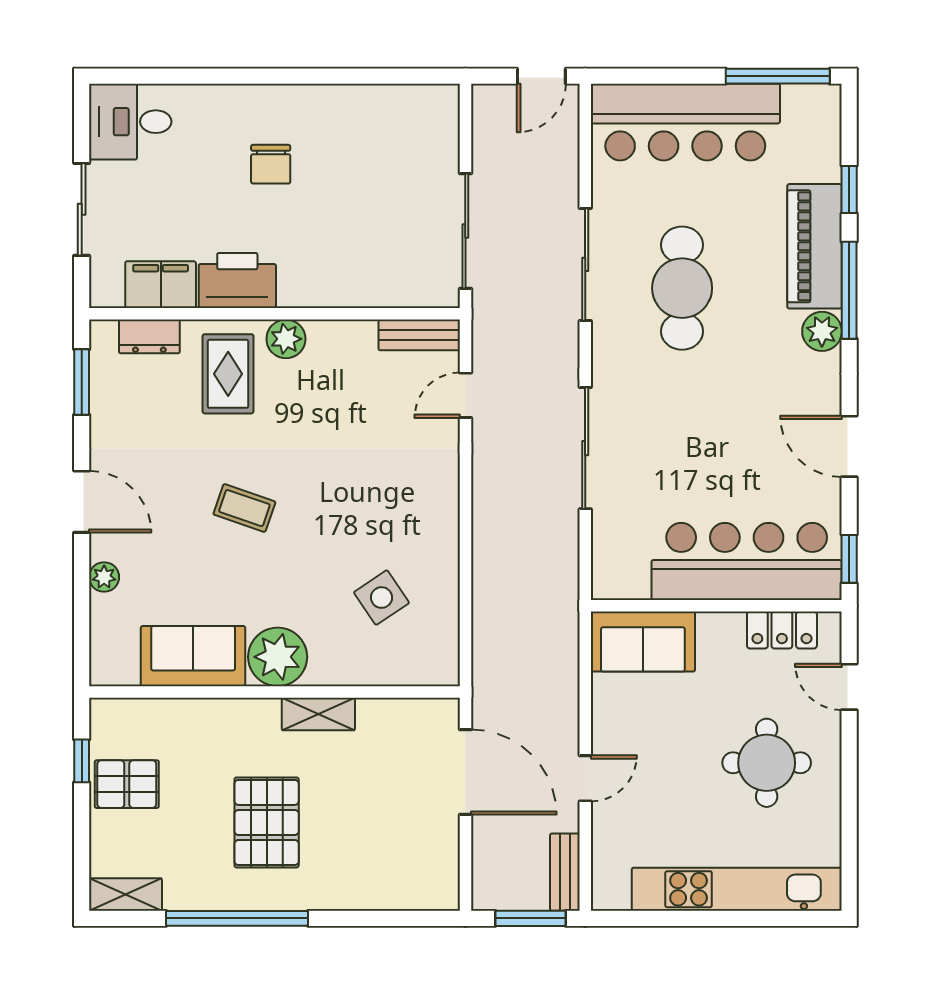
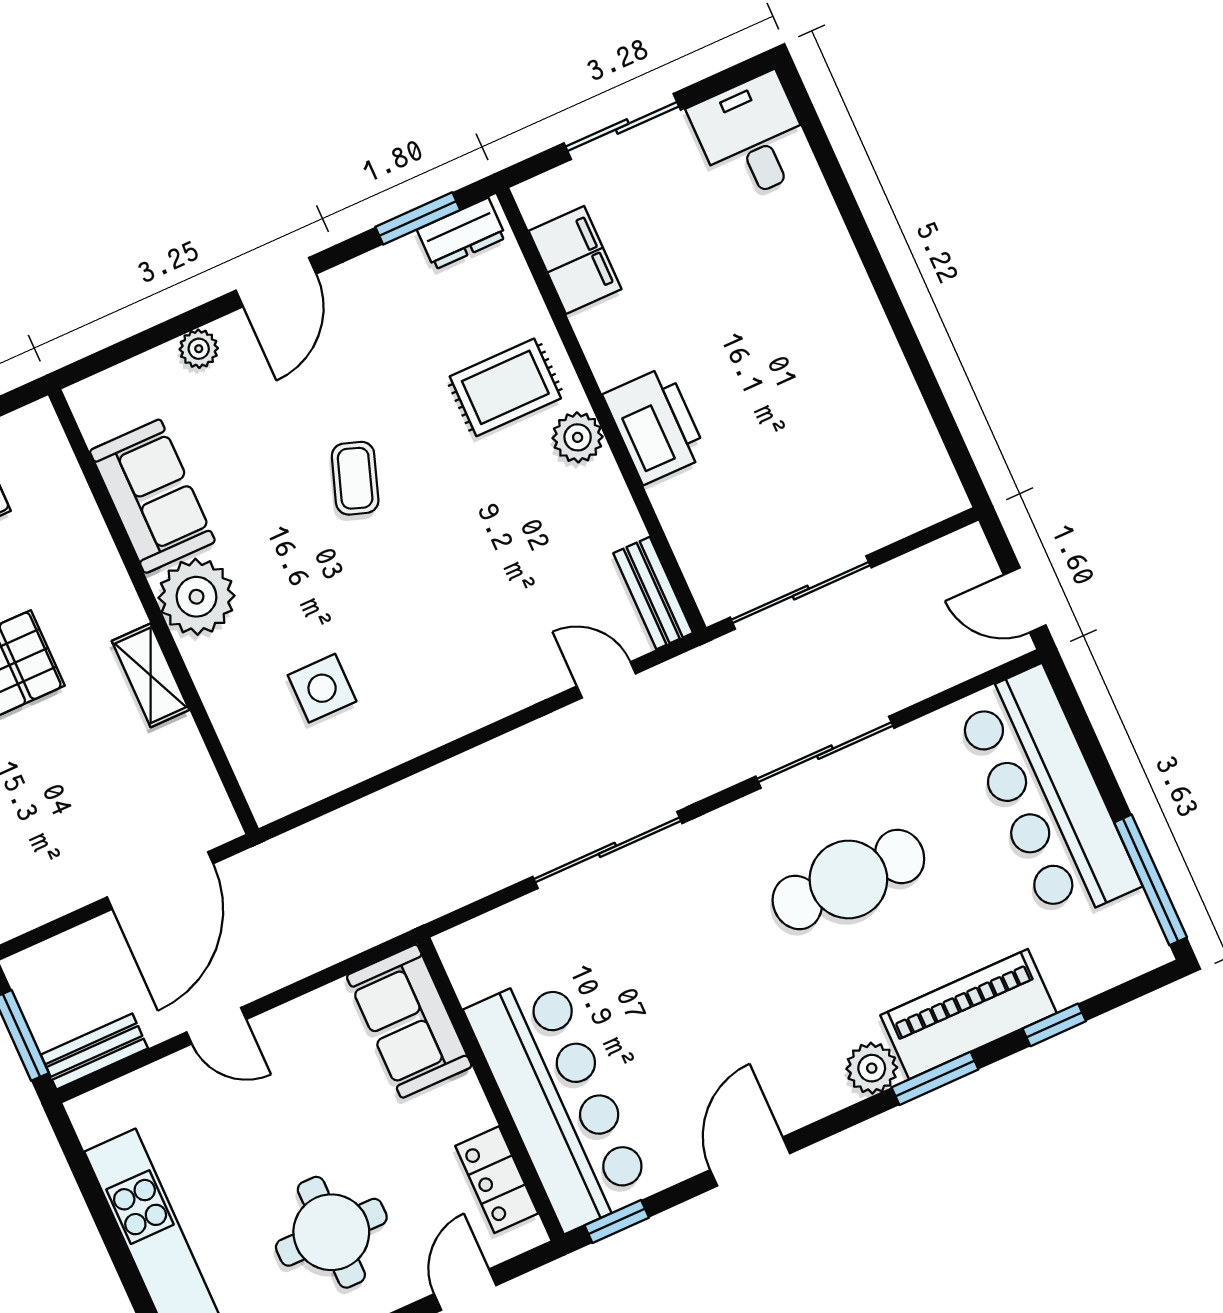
chair: (271, 164) -> (776, 326), removed
printer: (237, 280) -> (655, 425), moved
window: (849, 290) -> (935, 1078), width x0.69
dresser: (149, 336) -> (462, 234), moved, turned -90
side table: (382, 598) -> (322, 688), turned 34

